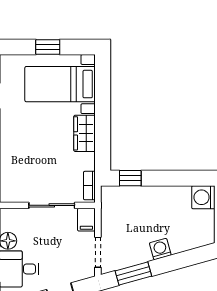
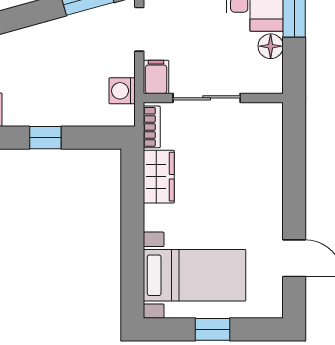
wardrobe: (84, 133) -> (159, 177), moved
window: (130, 178) -> (45, 138), moved
washing machine: (160, 249) -> (122, 91), moved, turned 106

